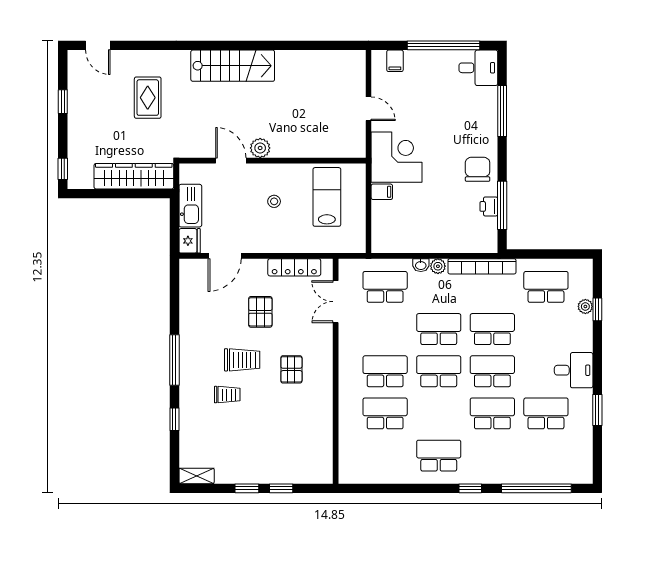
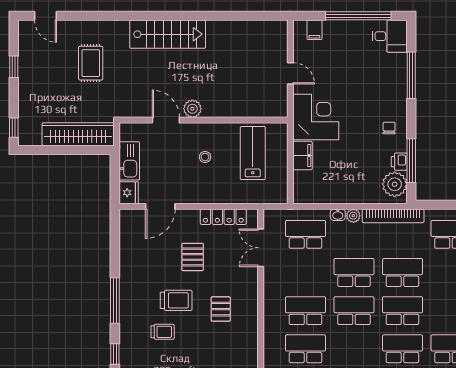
chair: (478, 169) -> (389, 128), width x0.54, depth x0.54
filing cabinet: (382, 192) -> (302, 156), width x2.00
plant: (484, 231) -> (395, 184), added

